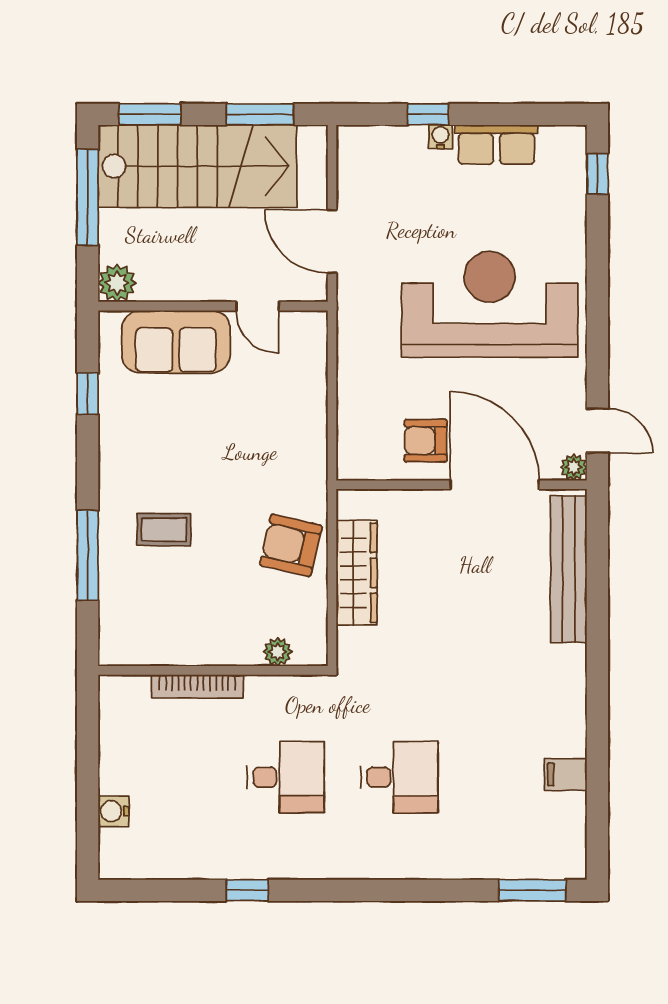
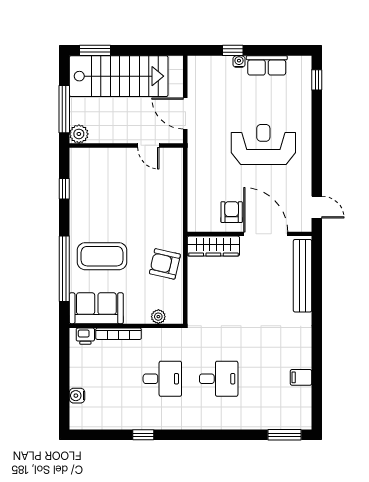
window: (260, 114) -> (150, 50), removed
window: (88, 197) -> (64, 109), moved
reception desk: (490, 304) -> (263, 145), width x0.74, depth x0.77
sofa: (176, 342) -> (96, 308), moved, turned 180
armchair: (426, 441) -> (232, 212), turned 90
plant: (574, 467) -> (305, 225), removed
coffee table: (164, 530) -> (102, 256), width x1.86, depth x1.72
window: (88, 555) -> (64, 269), width x1.46
wardrobe: (357, 573) -> (213, 246), moved, turned 90
printer: (130, 691) -> (85, 336), added

